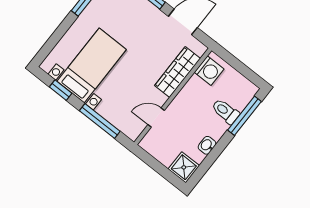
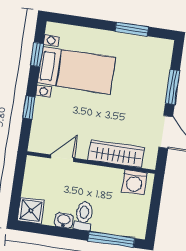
toilet: (225, 111) -> (84, 216), moved
door: (156, 118) -> (62, 158), hinge flipped
window: (100, 121) -> (29, 107), width x0.46

